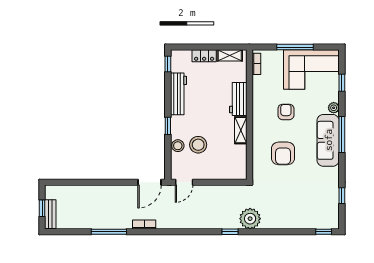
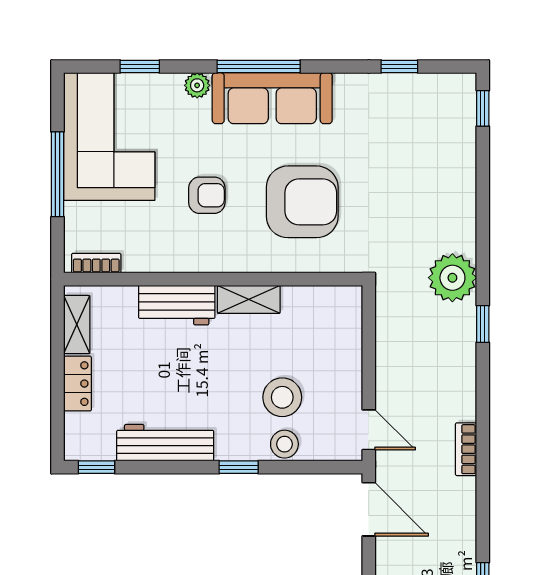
armchair: (286, 112) -> (207, 195), turned 180
armchair: (283, 153) -> (302, 202), width x1.36, depth x1.36
bookcase: (144, 225) -> (466, 449), moved

